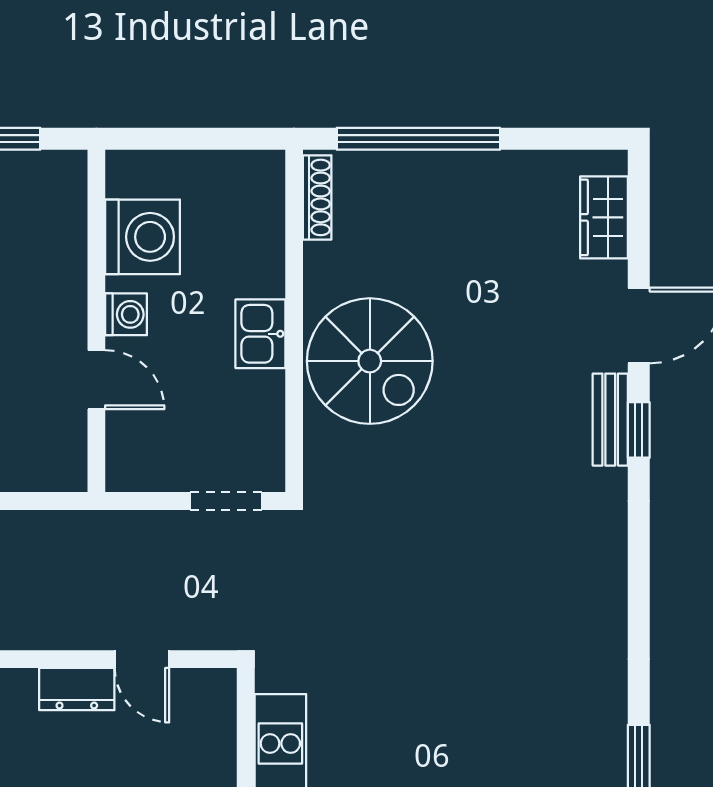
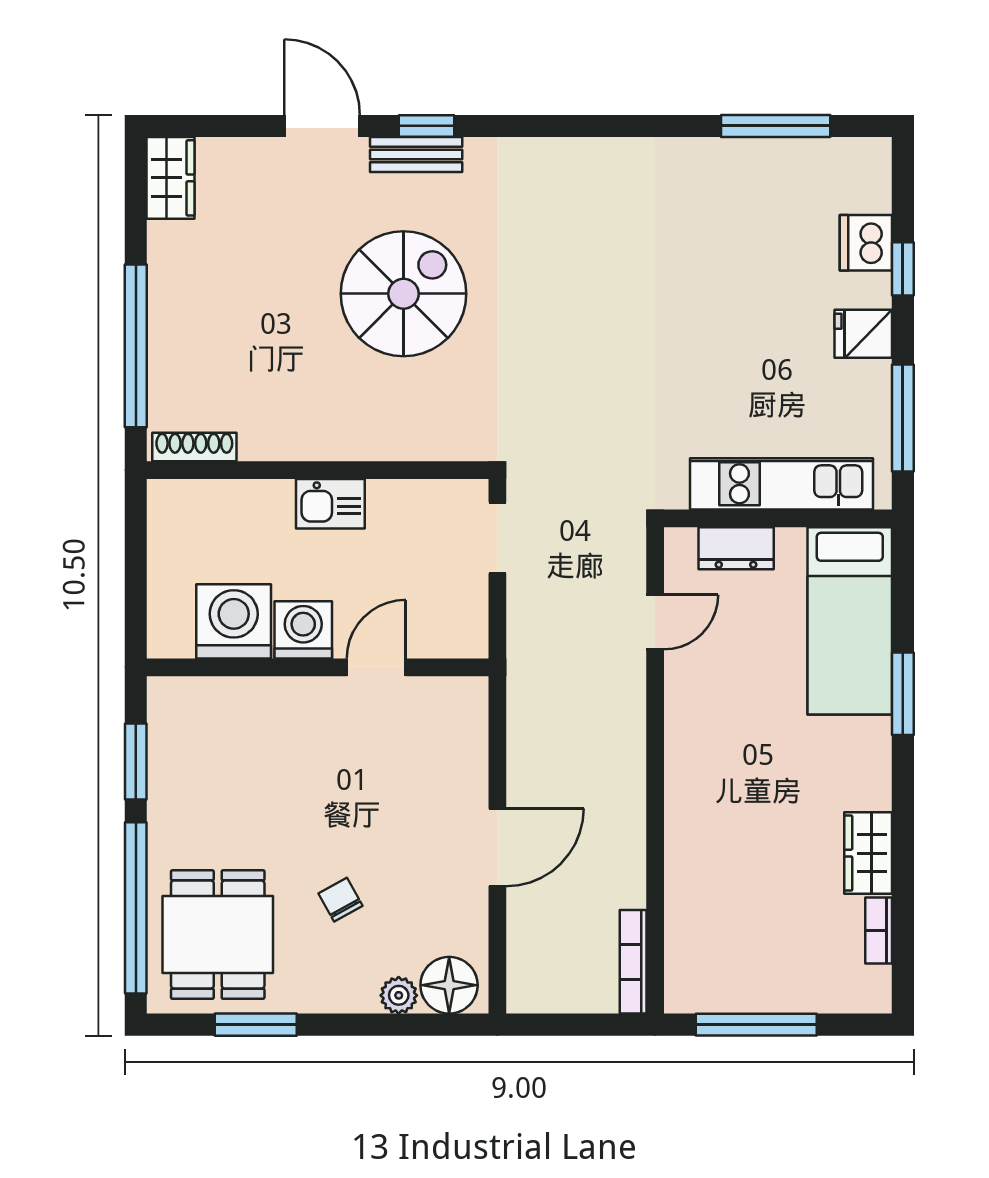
wardrobe: (604, 217) -> (170, 178), moved, turned -90
washing machine: (126, 314) -> (303, 630), width x1.38, depth x1.38
spiral stairs: (370, 361) -> (403, 294), moved
dresser: (77, 689) -> (736, 548), moved, turned 90

